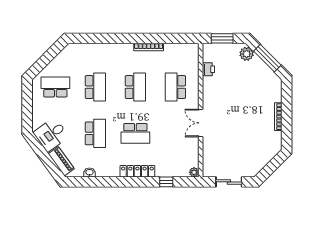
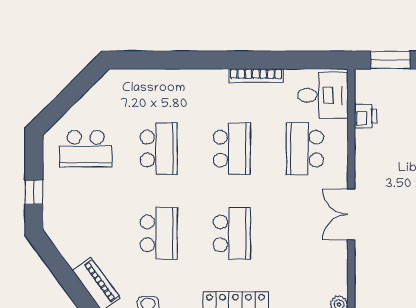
school desk: (55, 87) -> (86, 149), turned 180
window: (27, 111) -> (34, 192), added
school desk: (135, 133) -> (232, 233), turned -90
desk: (51, 135) -> (323, 95), moved, turned -144

